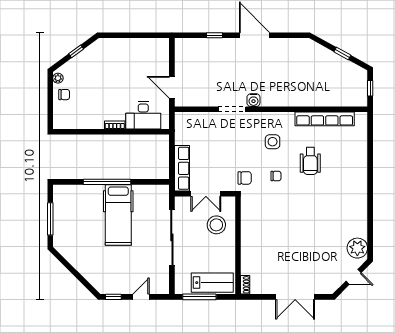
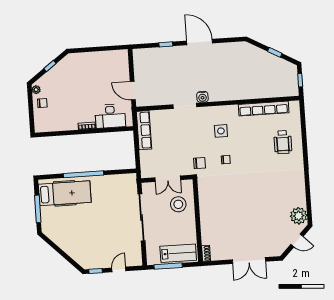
wheelchair: (310, 161) -> (283, 142), moved
row of seats: (182, 168) -> (144, 130), moved
hospital bed: (118, 215) -> (65, 193), moved, turned -90

